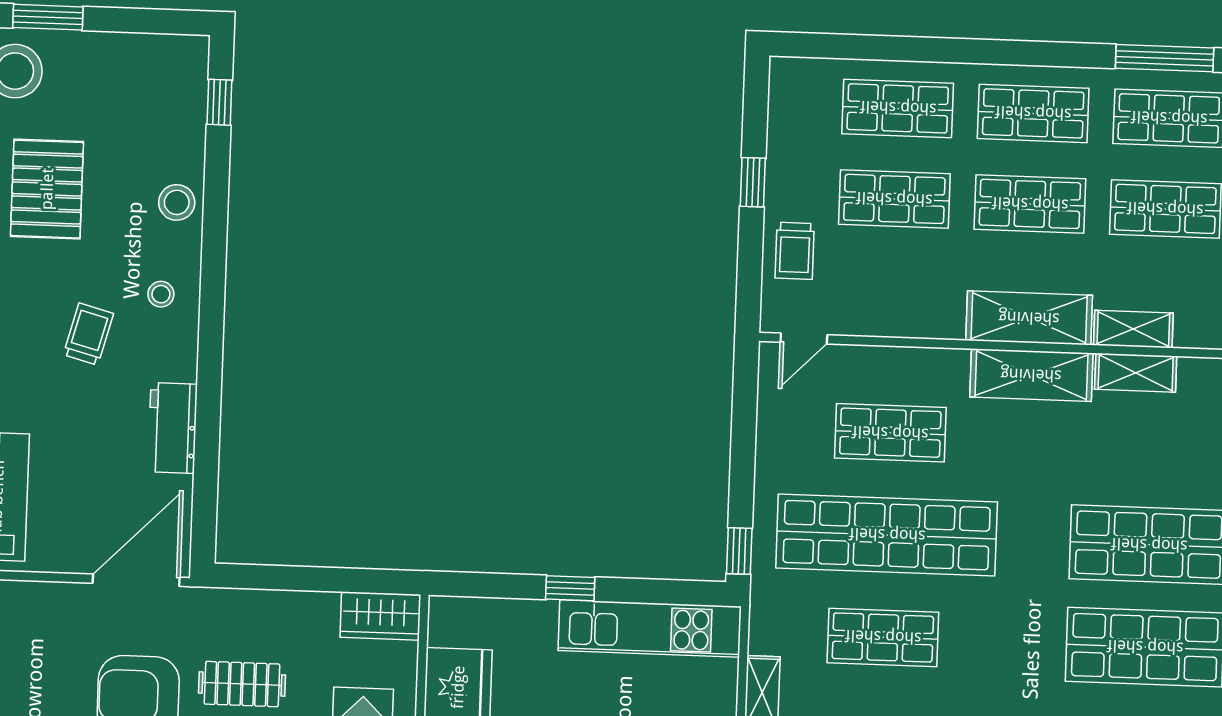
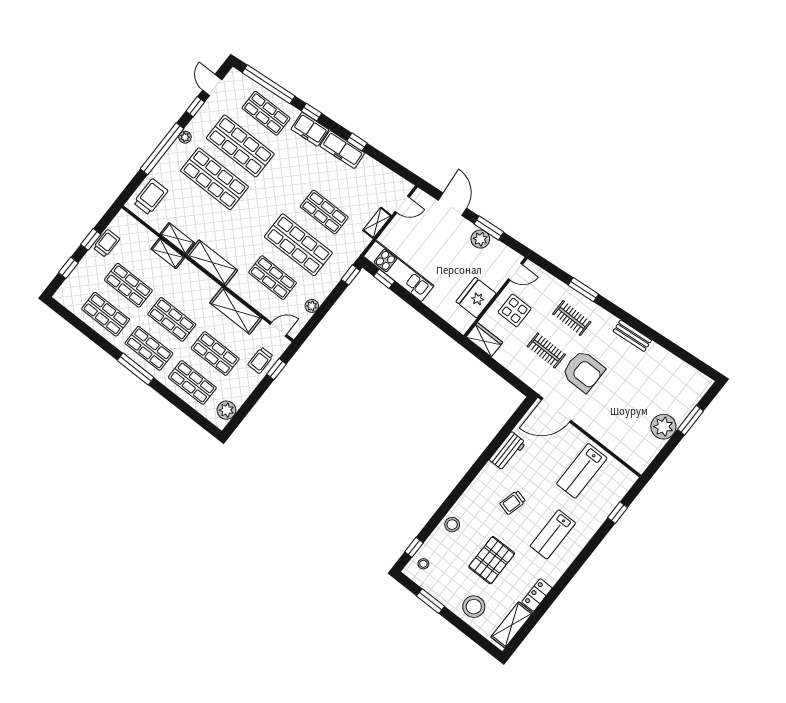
window: (48, 17) -> (431, 601), moved
window: (1165, 58) -> (136, 369), moved
plant: (790, 103) -> (226, 410), added
window: (753, 182) -> (277, 369), moved
trolley: (795, 251) -> (260, 360), turned 180
stool: (161, 294) -> (423, 564), moved
shelving: (1029, 318) -> (236, 311), moved
plant: (771, 433) -> (312, 306), added
shop shelf: (887, 535) -> (298, 245), width x0.71
window: (570, 588) -> (384, 279), moved

